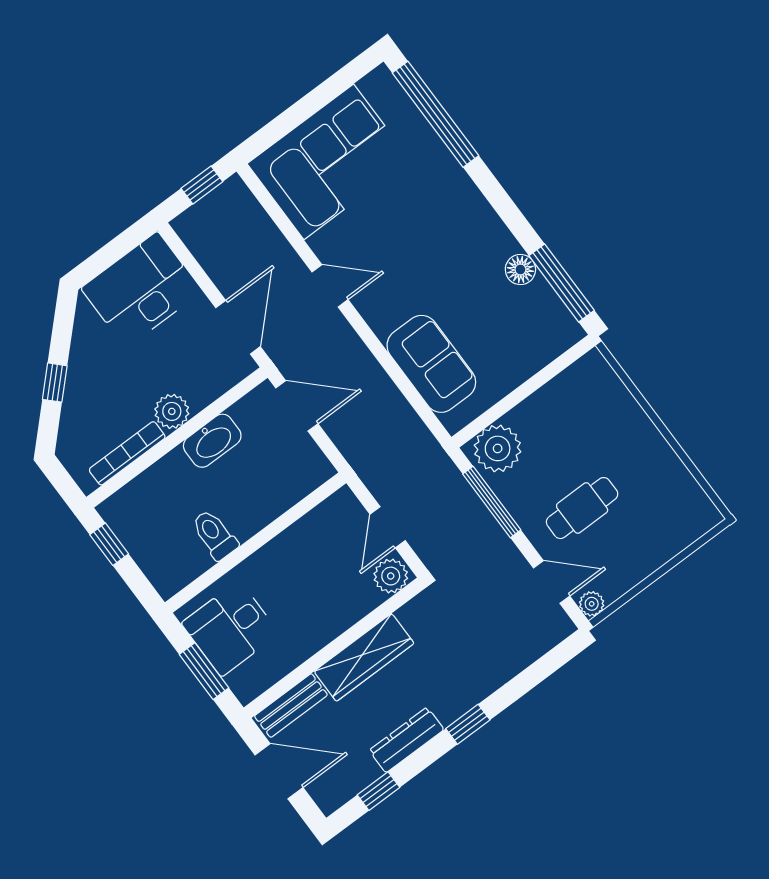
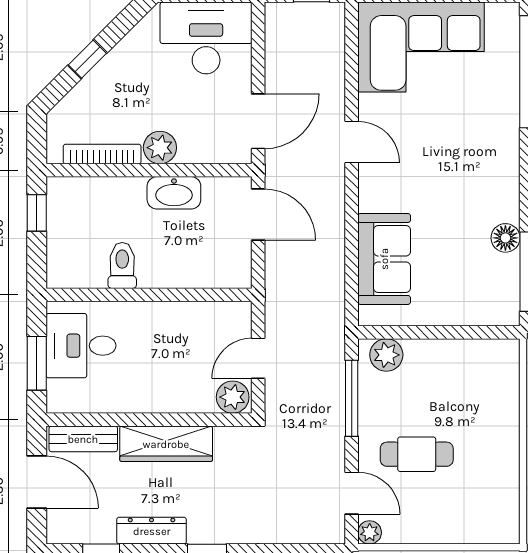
plant: (498, 448) -> (386, 355), width x0.73, depth x0.73

